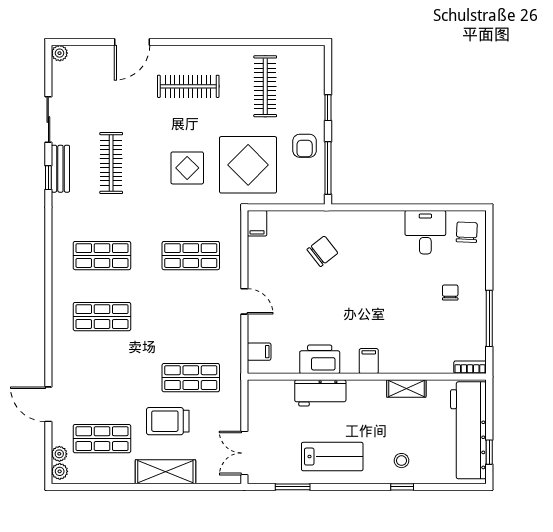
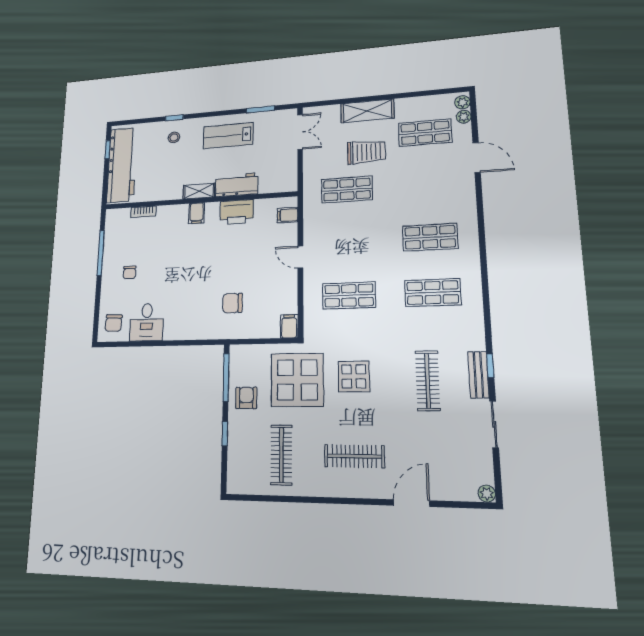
chair: (322, 251) -> (232, 303), turned 38
bookcase: (470, 367) -> (143, 212), moved
shelving: (406, 388) -> (199, 191), moved

